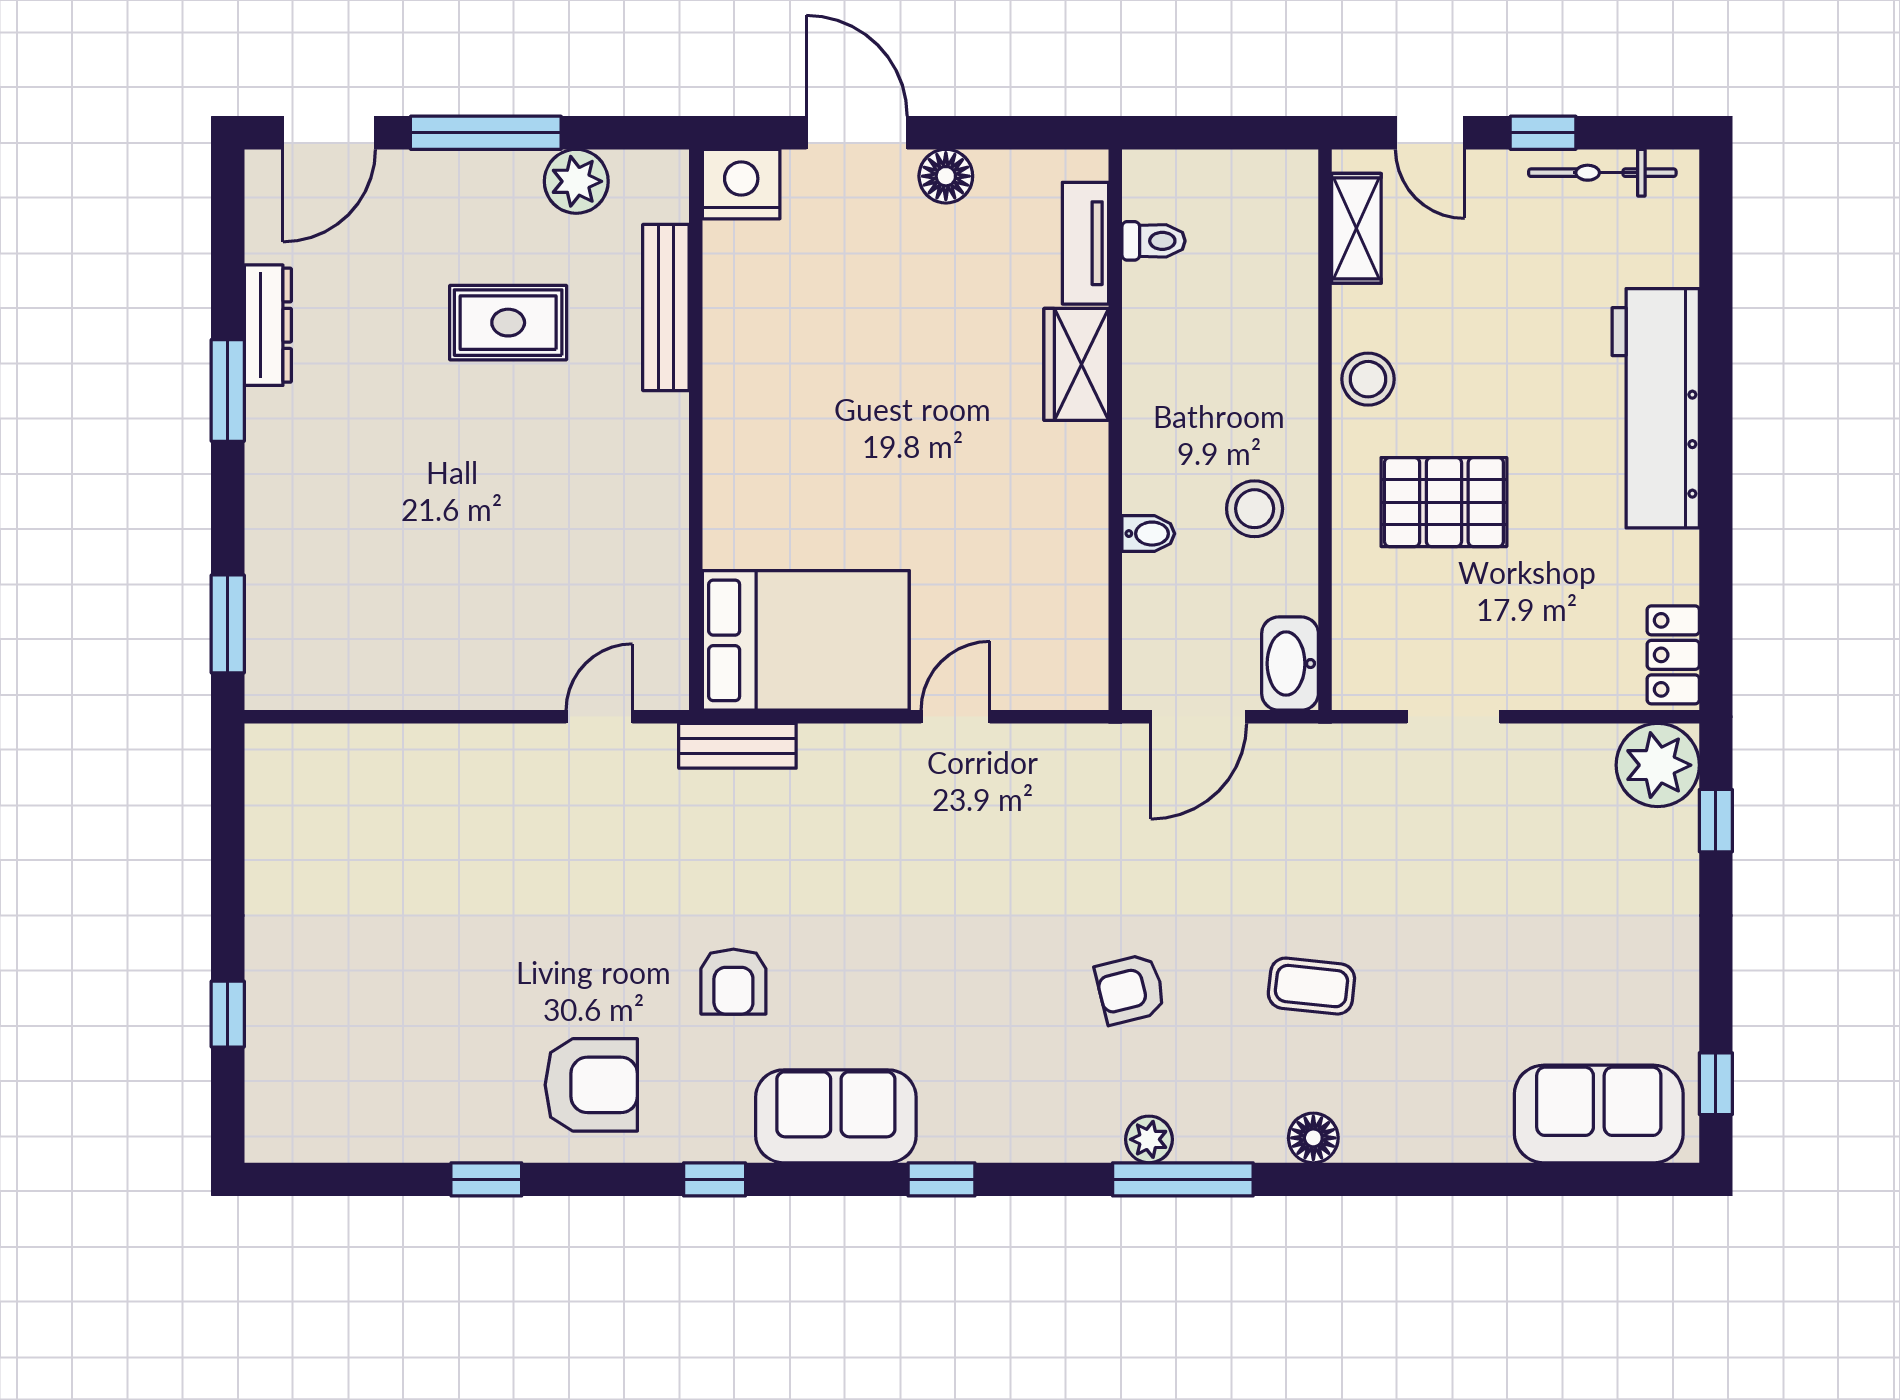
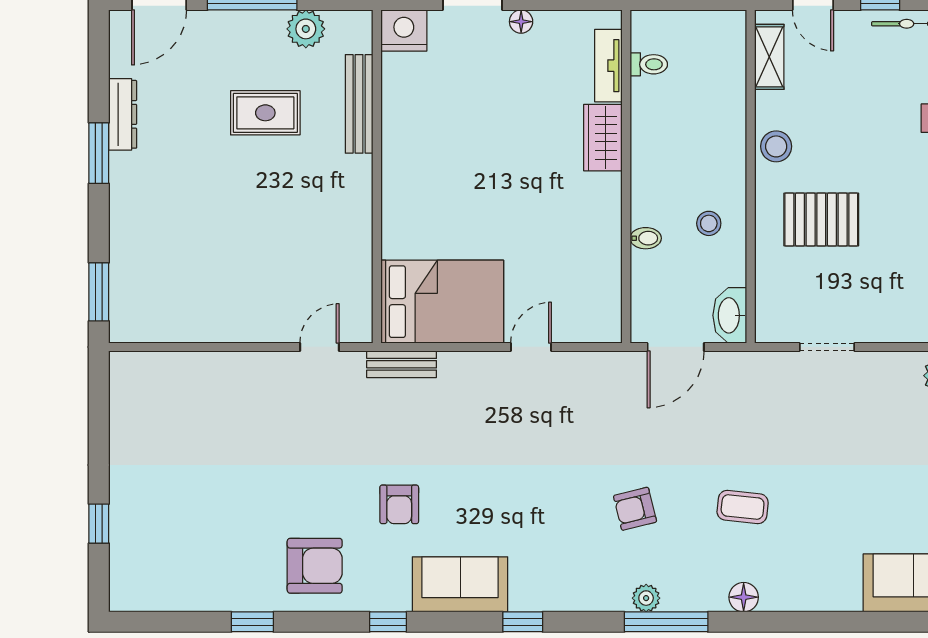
floor lamp: (946, 176) -> (521, 22), width x0.73, depth x0.73
stool: (1255, 509) -> (709, 223), width x0.73, depth x0.73

